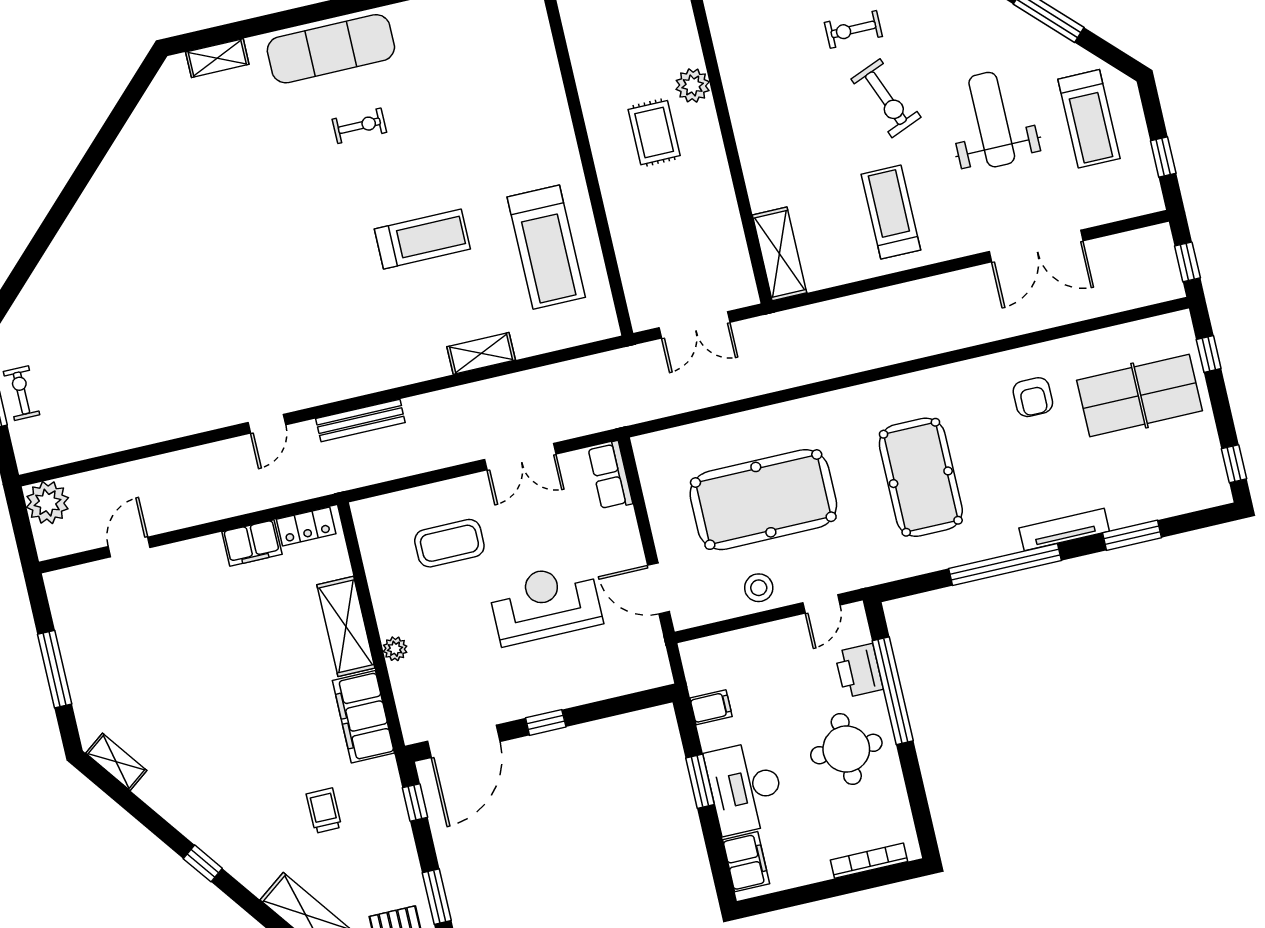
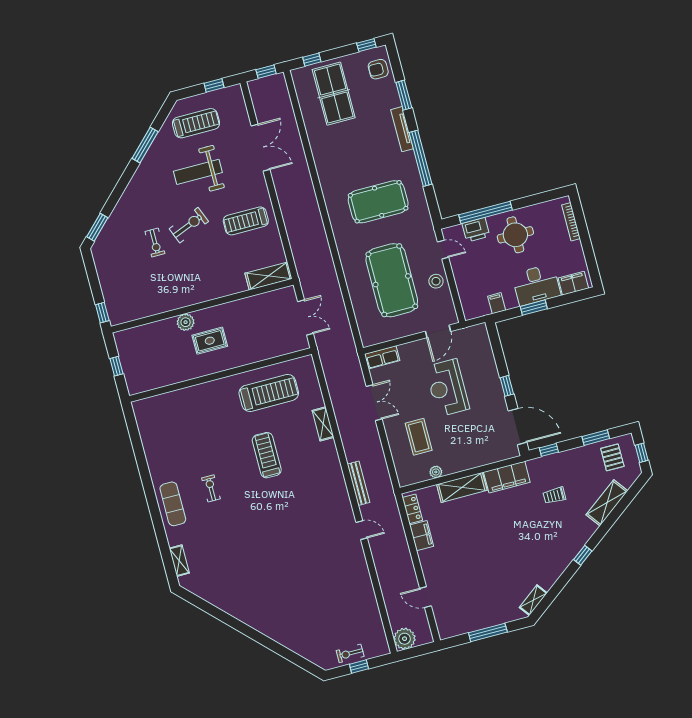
exercise mat: (331, 49) -> (173, 504), width x0.73, depth x0.69
armchair: (1033, 397) -> (378, 69), moved, turned 180
plant: (395, 649) -> (436, 472), moved

